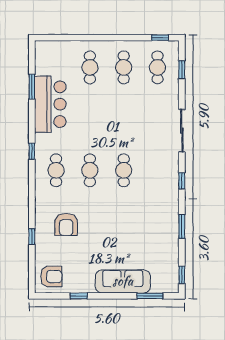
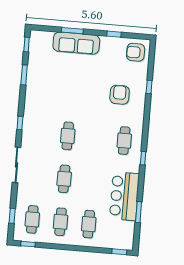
window: (51, 38) -> (119, 252), added
cafe table: (90, 170) -> (64, 179), moved
window: (182, 226) -> (24, 75), moved
window: (150, 296) -> (72, 31), moved

